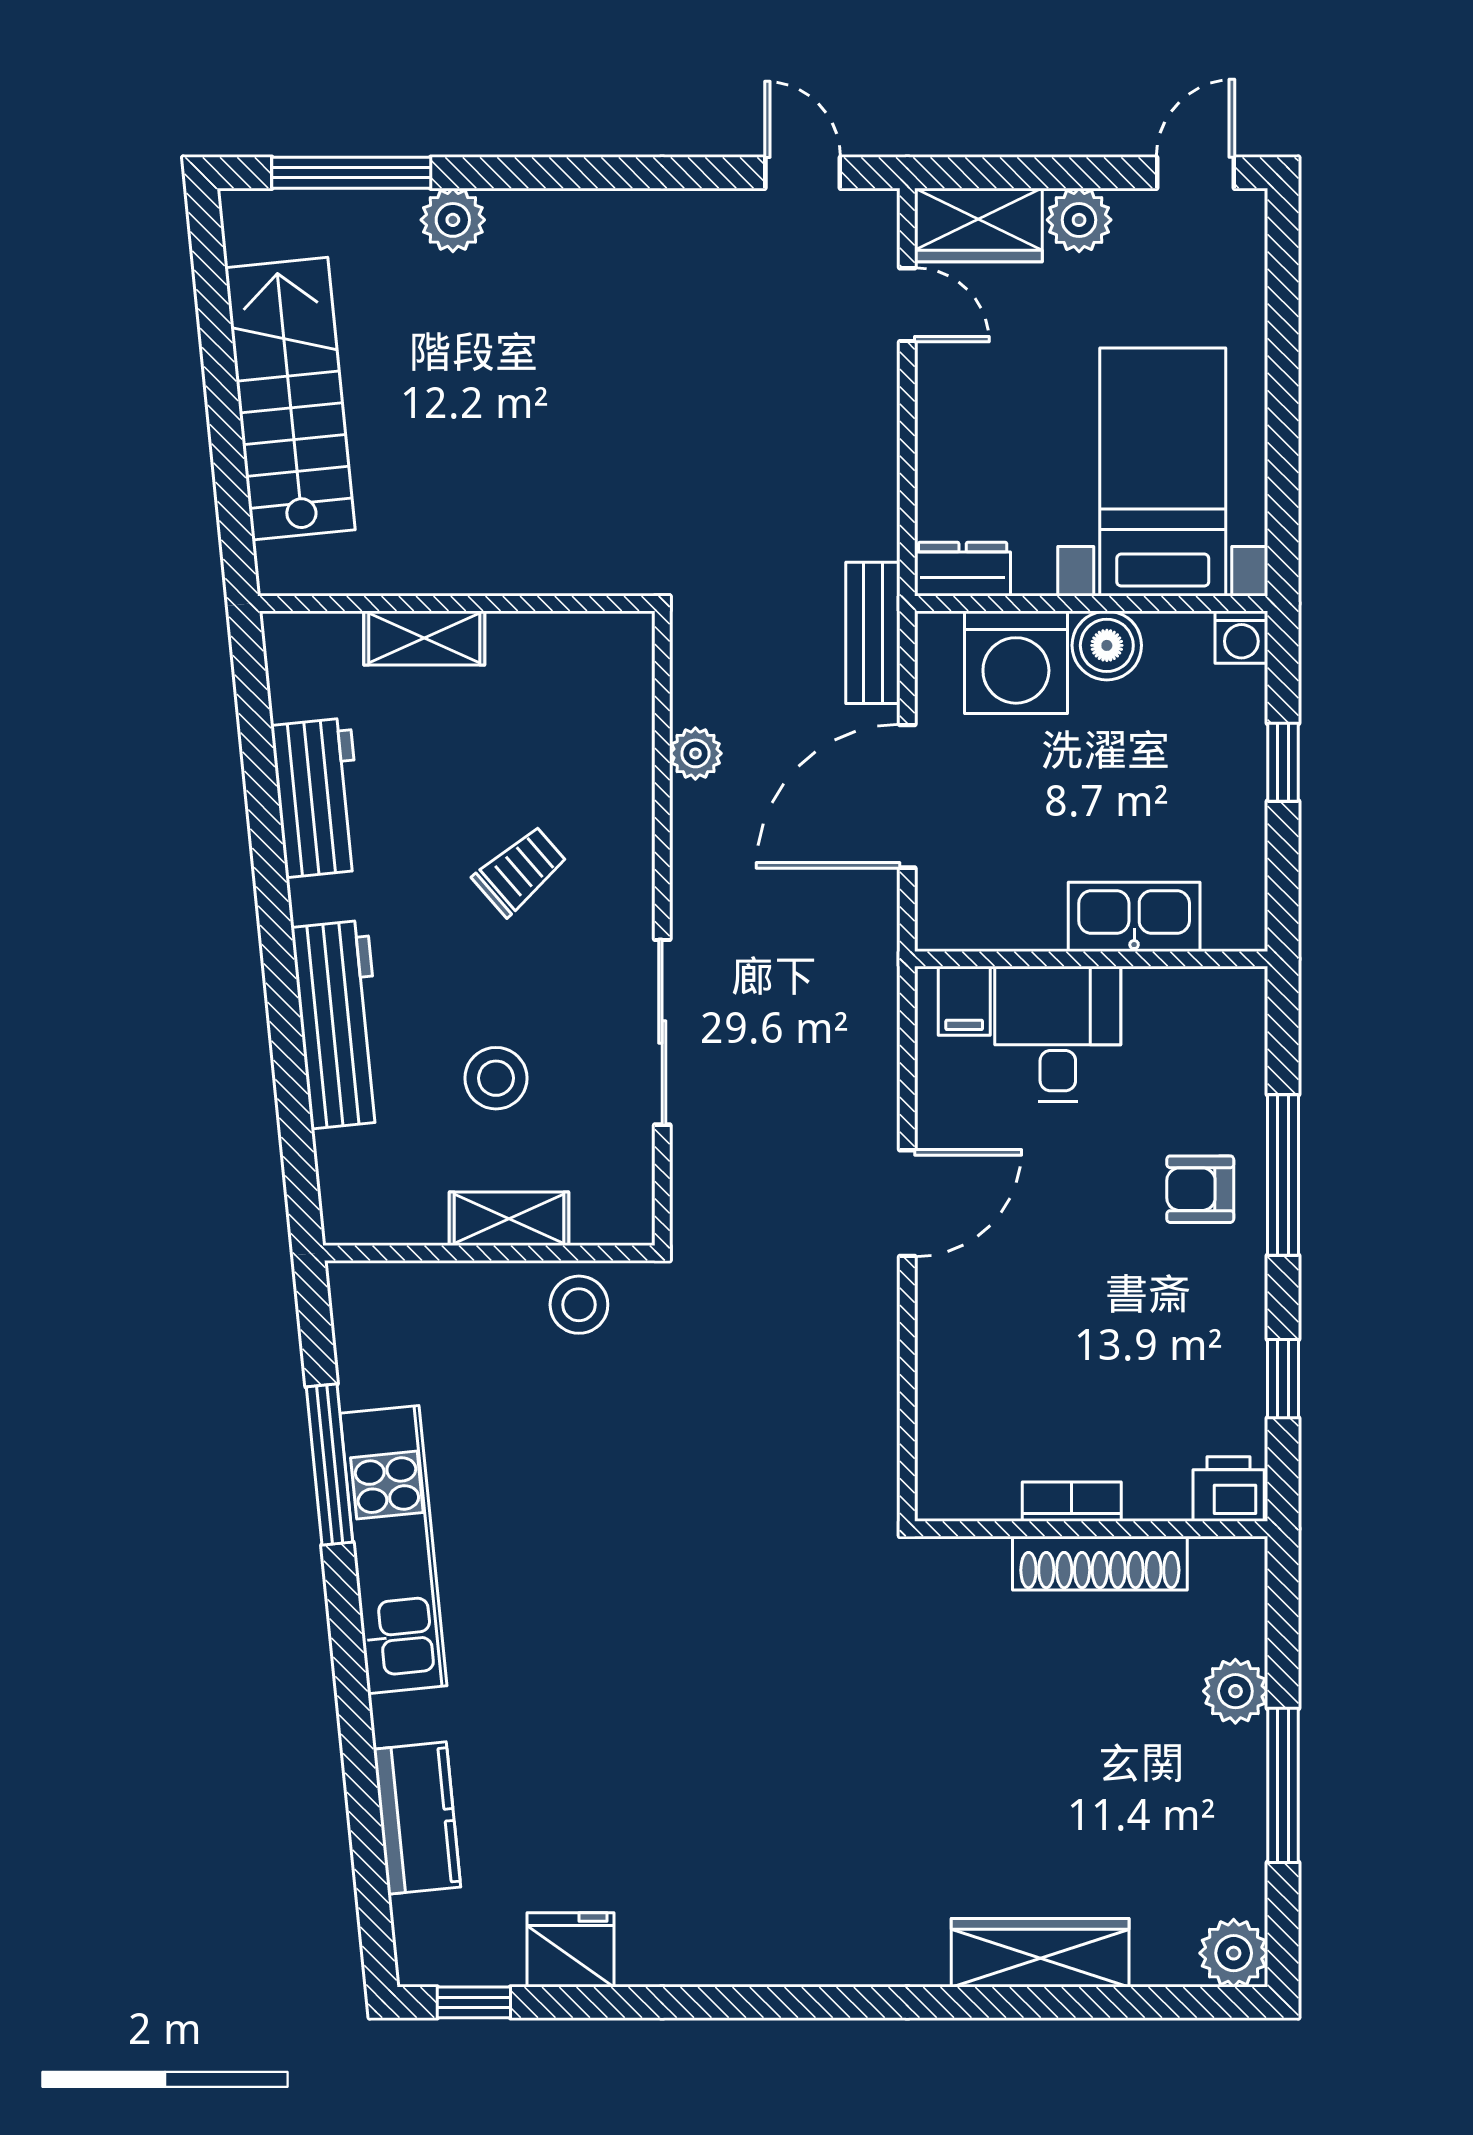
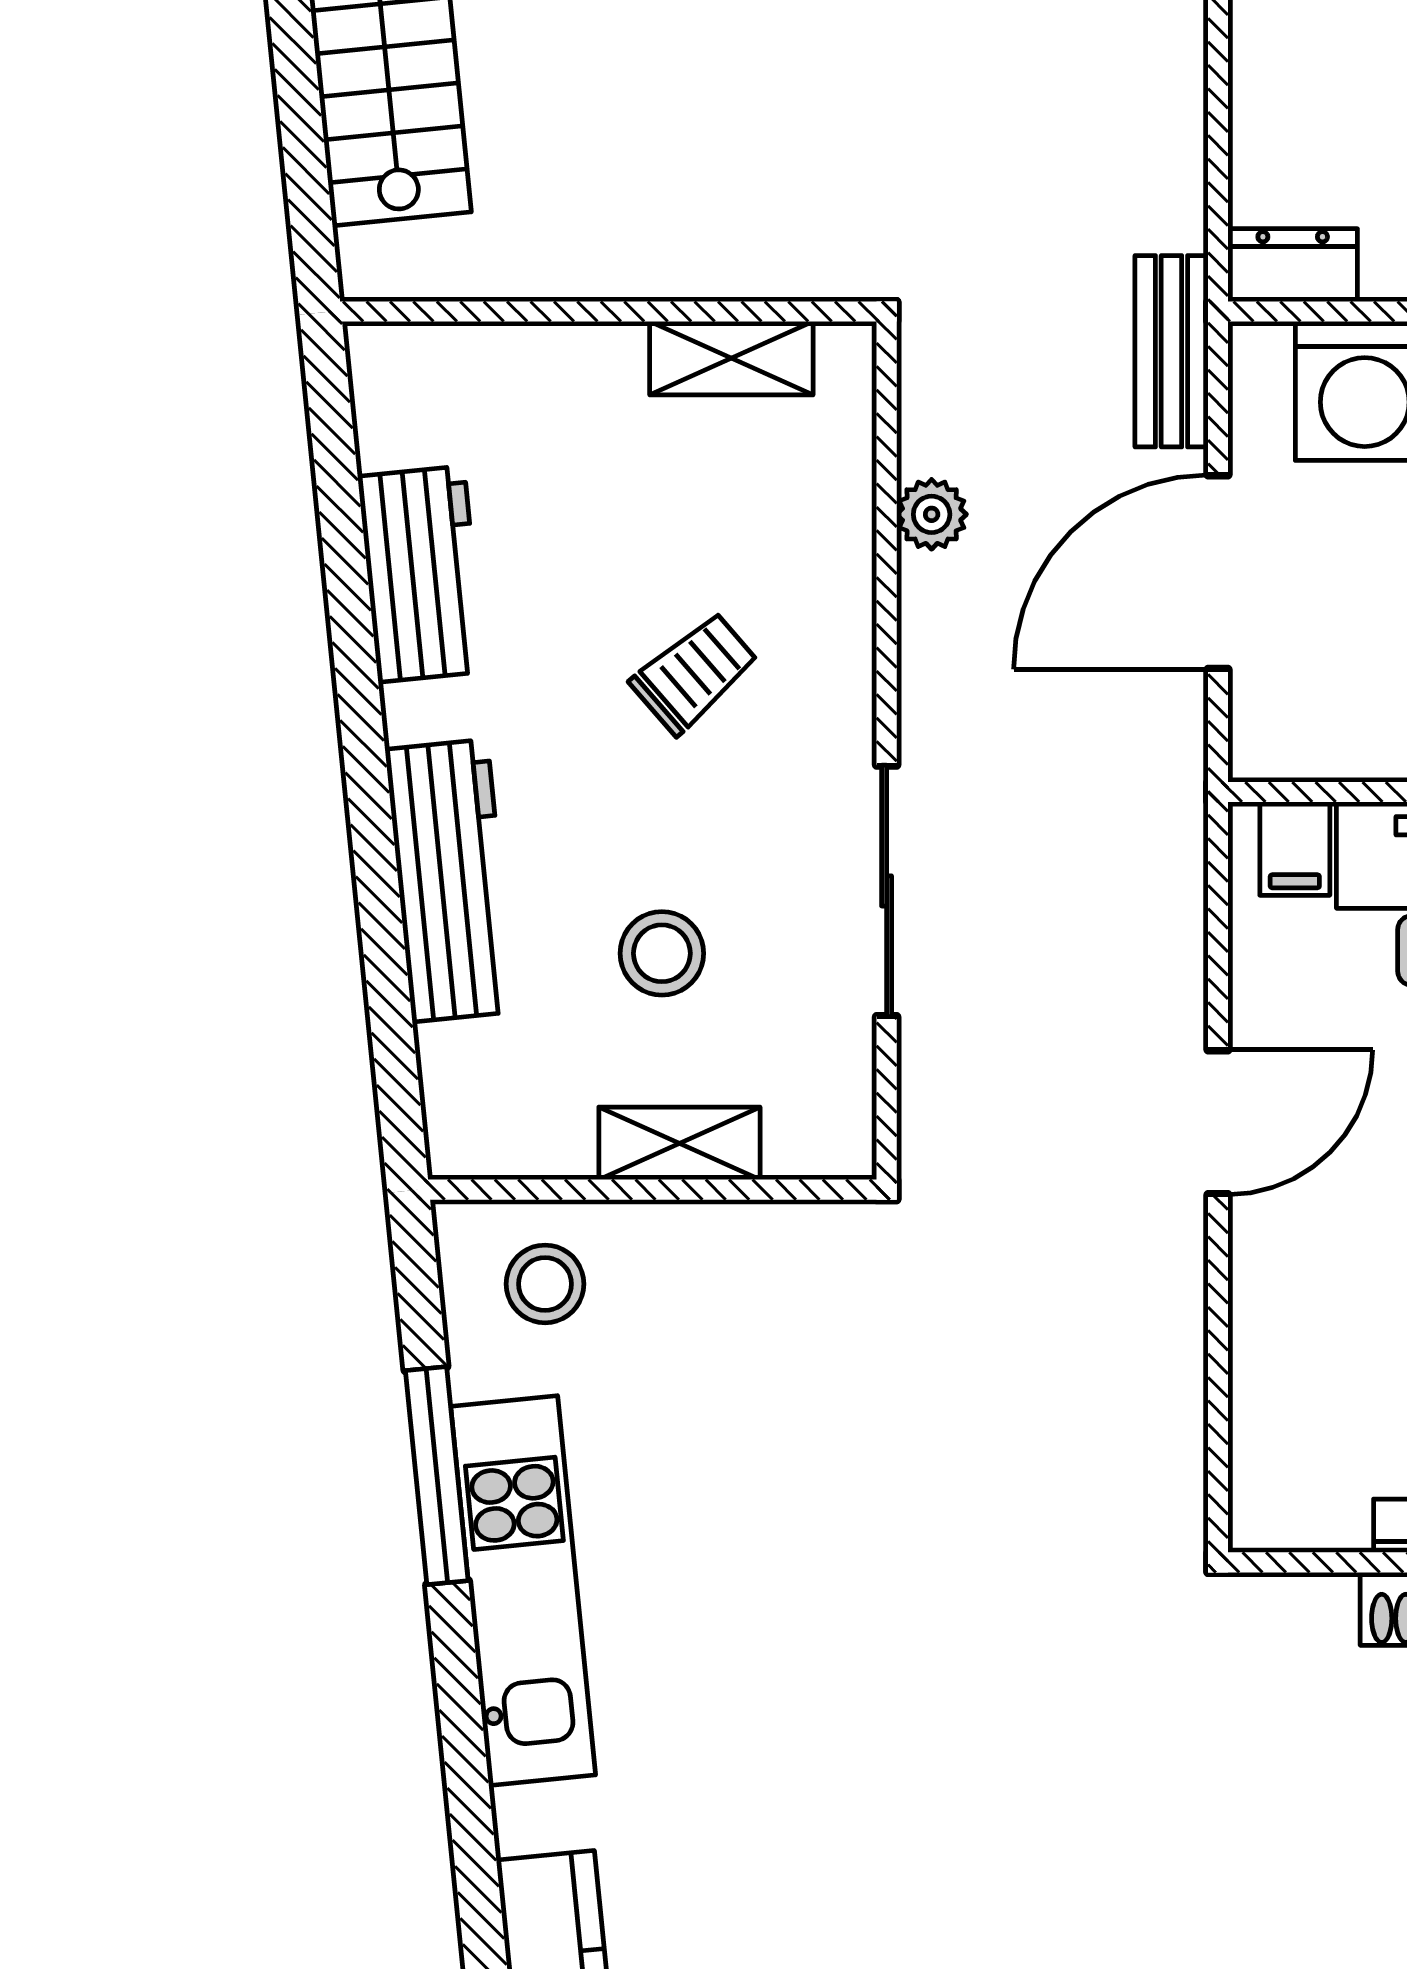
shelving: (424, 638) -> (731, 358), moved
stool: (579, 1305) -> (545, 1284), moved

